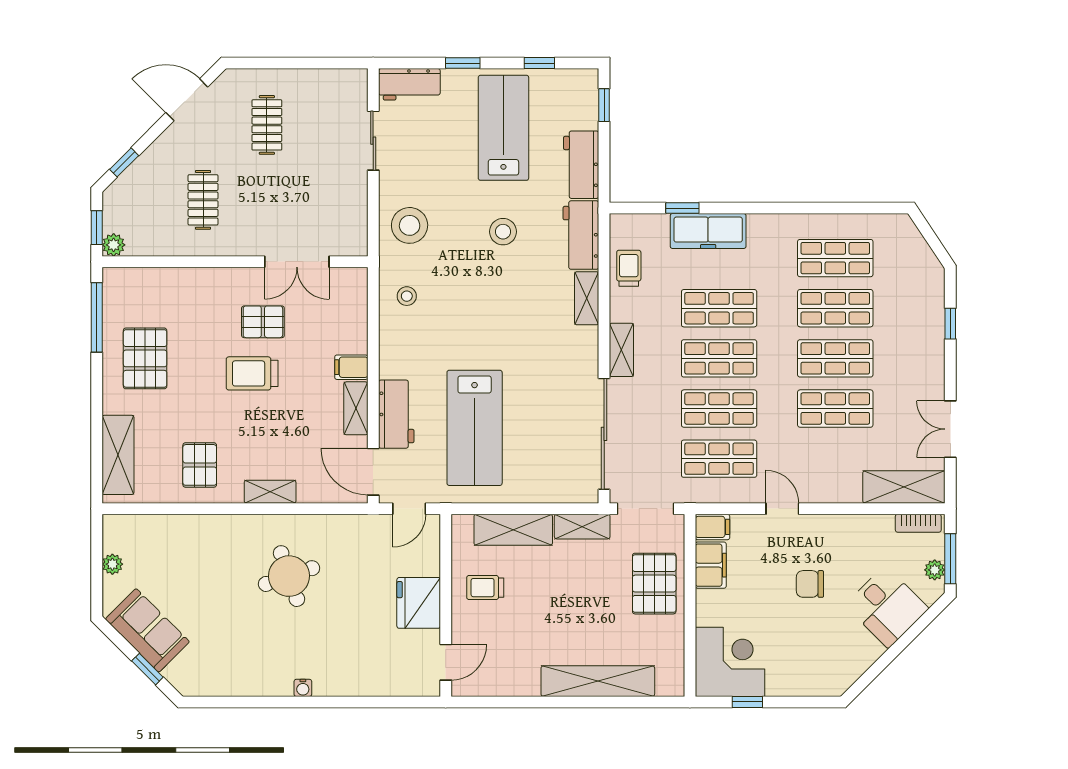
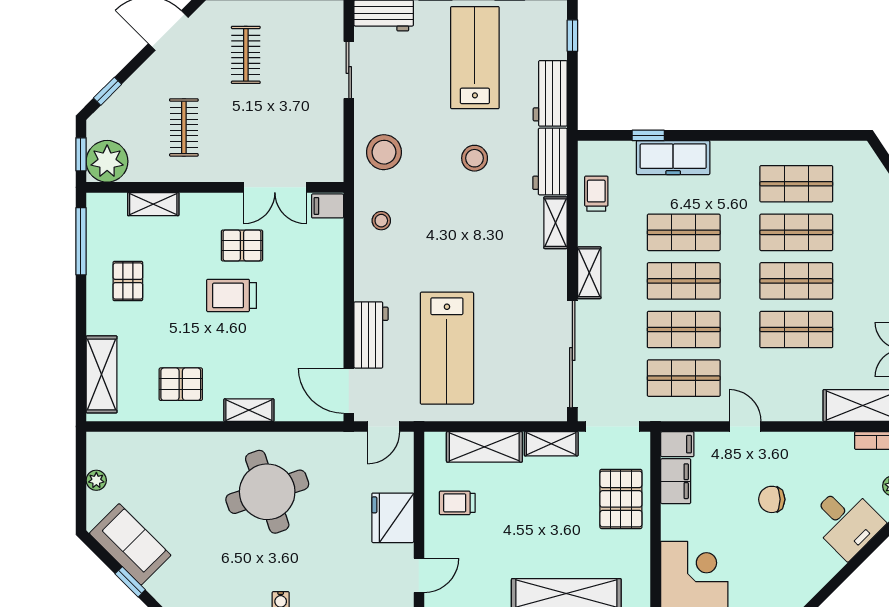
plant: (114, 245) -> (107, 161), width x1.87, depth x1.87
pallet: (145, 358) -> (128, 281), width x0.67, depth x0.71
filing cabinet: (351, 367) -> (328, 206), moved
shelving: (356, 408) -> (153, 204), moved, turned 90
pallet: (200, 465) -> (181, 384), turned 90
round table: (289, 576) -> (267, 492), width x1.36, depth x1.36

